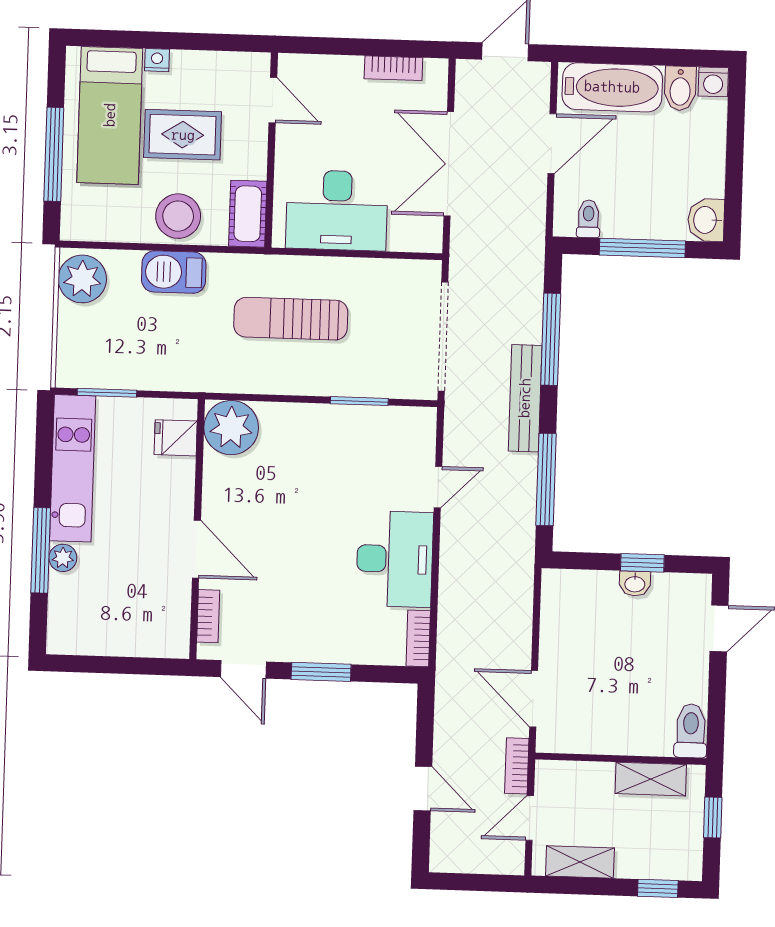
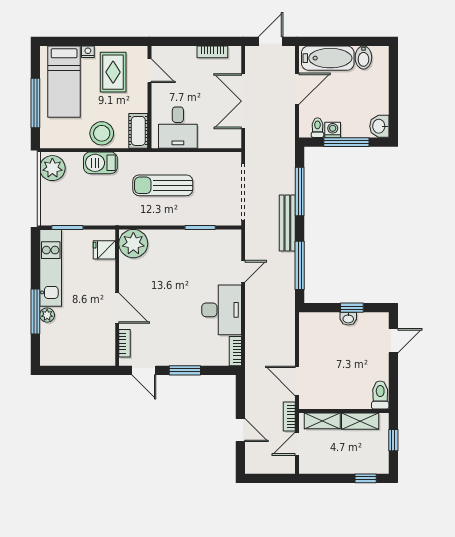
washing machine: (713, 82) -> (333, 130), moved, turned 180
rug: (183, 135) -> (113, 72), moved, turned 90
desk: (337, 210) -> (178, 128), width x0.73
shelving: (580, 862) -> (322, 421), moved

